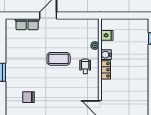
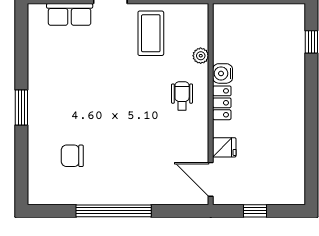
fridge: (107, 35) -> (224, 147), moved
coffee table: (59, 59) -> (151, 33), moved, turned 90

